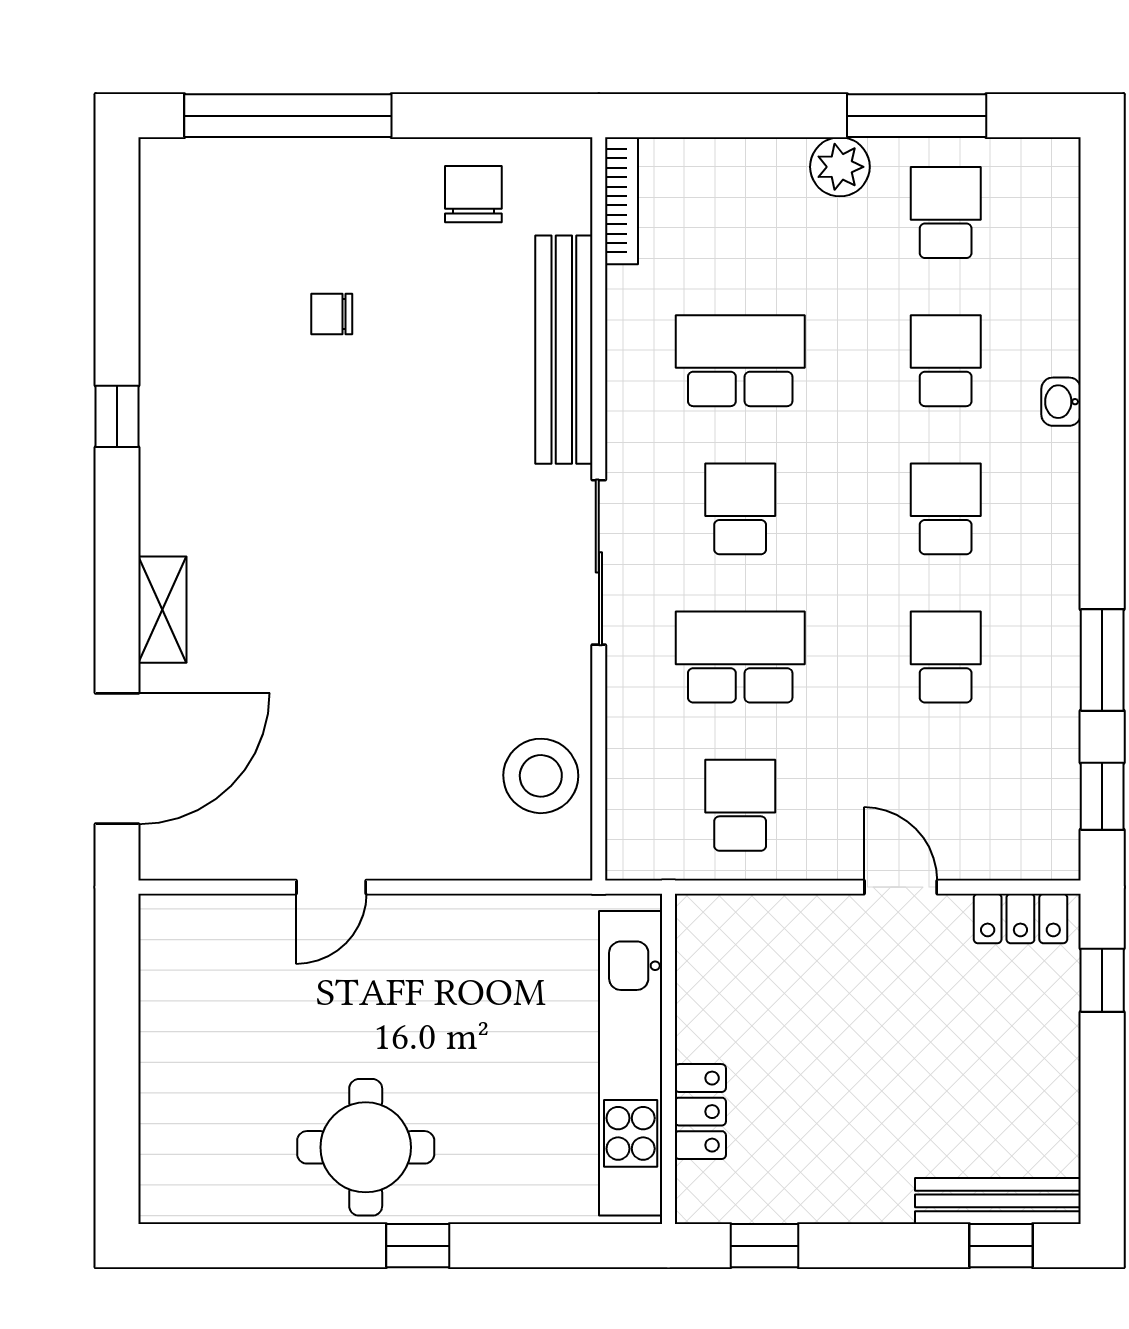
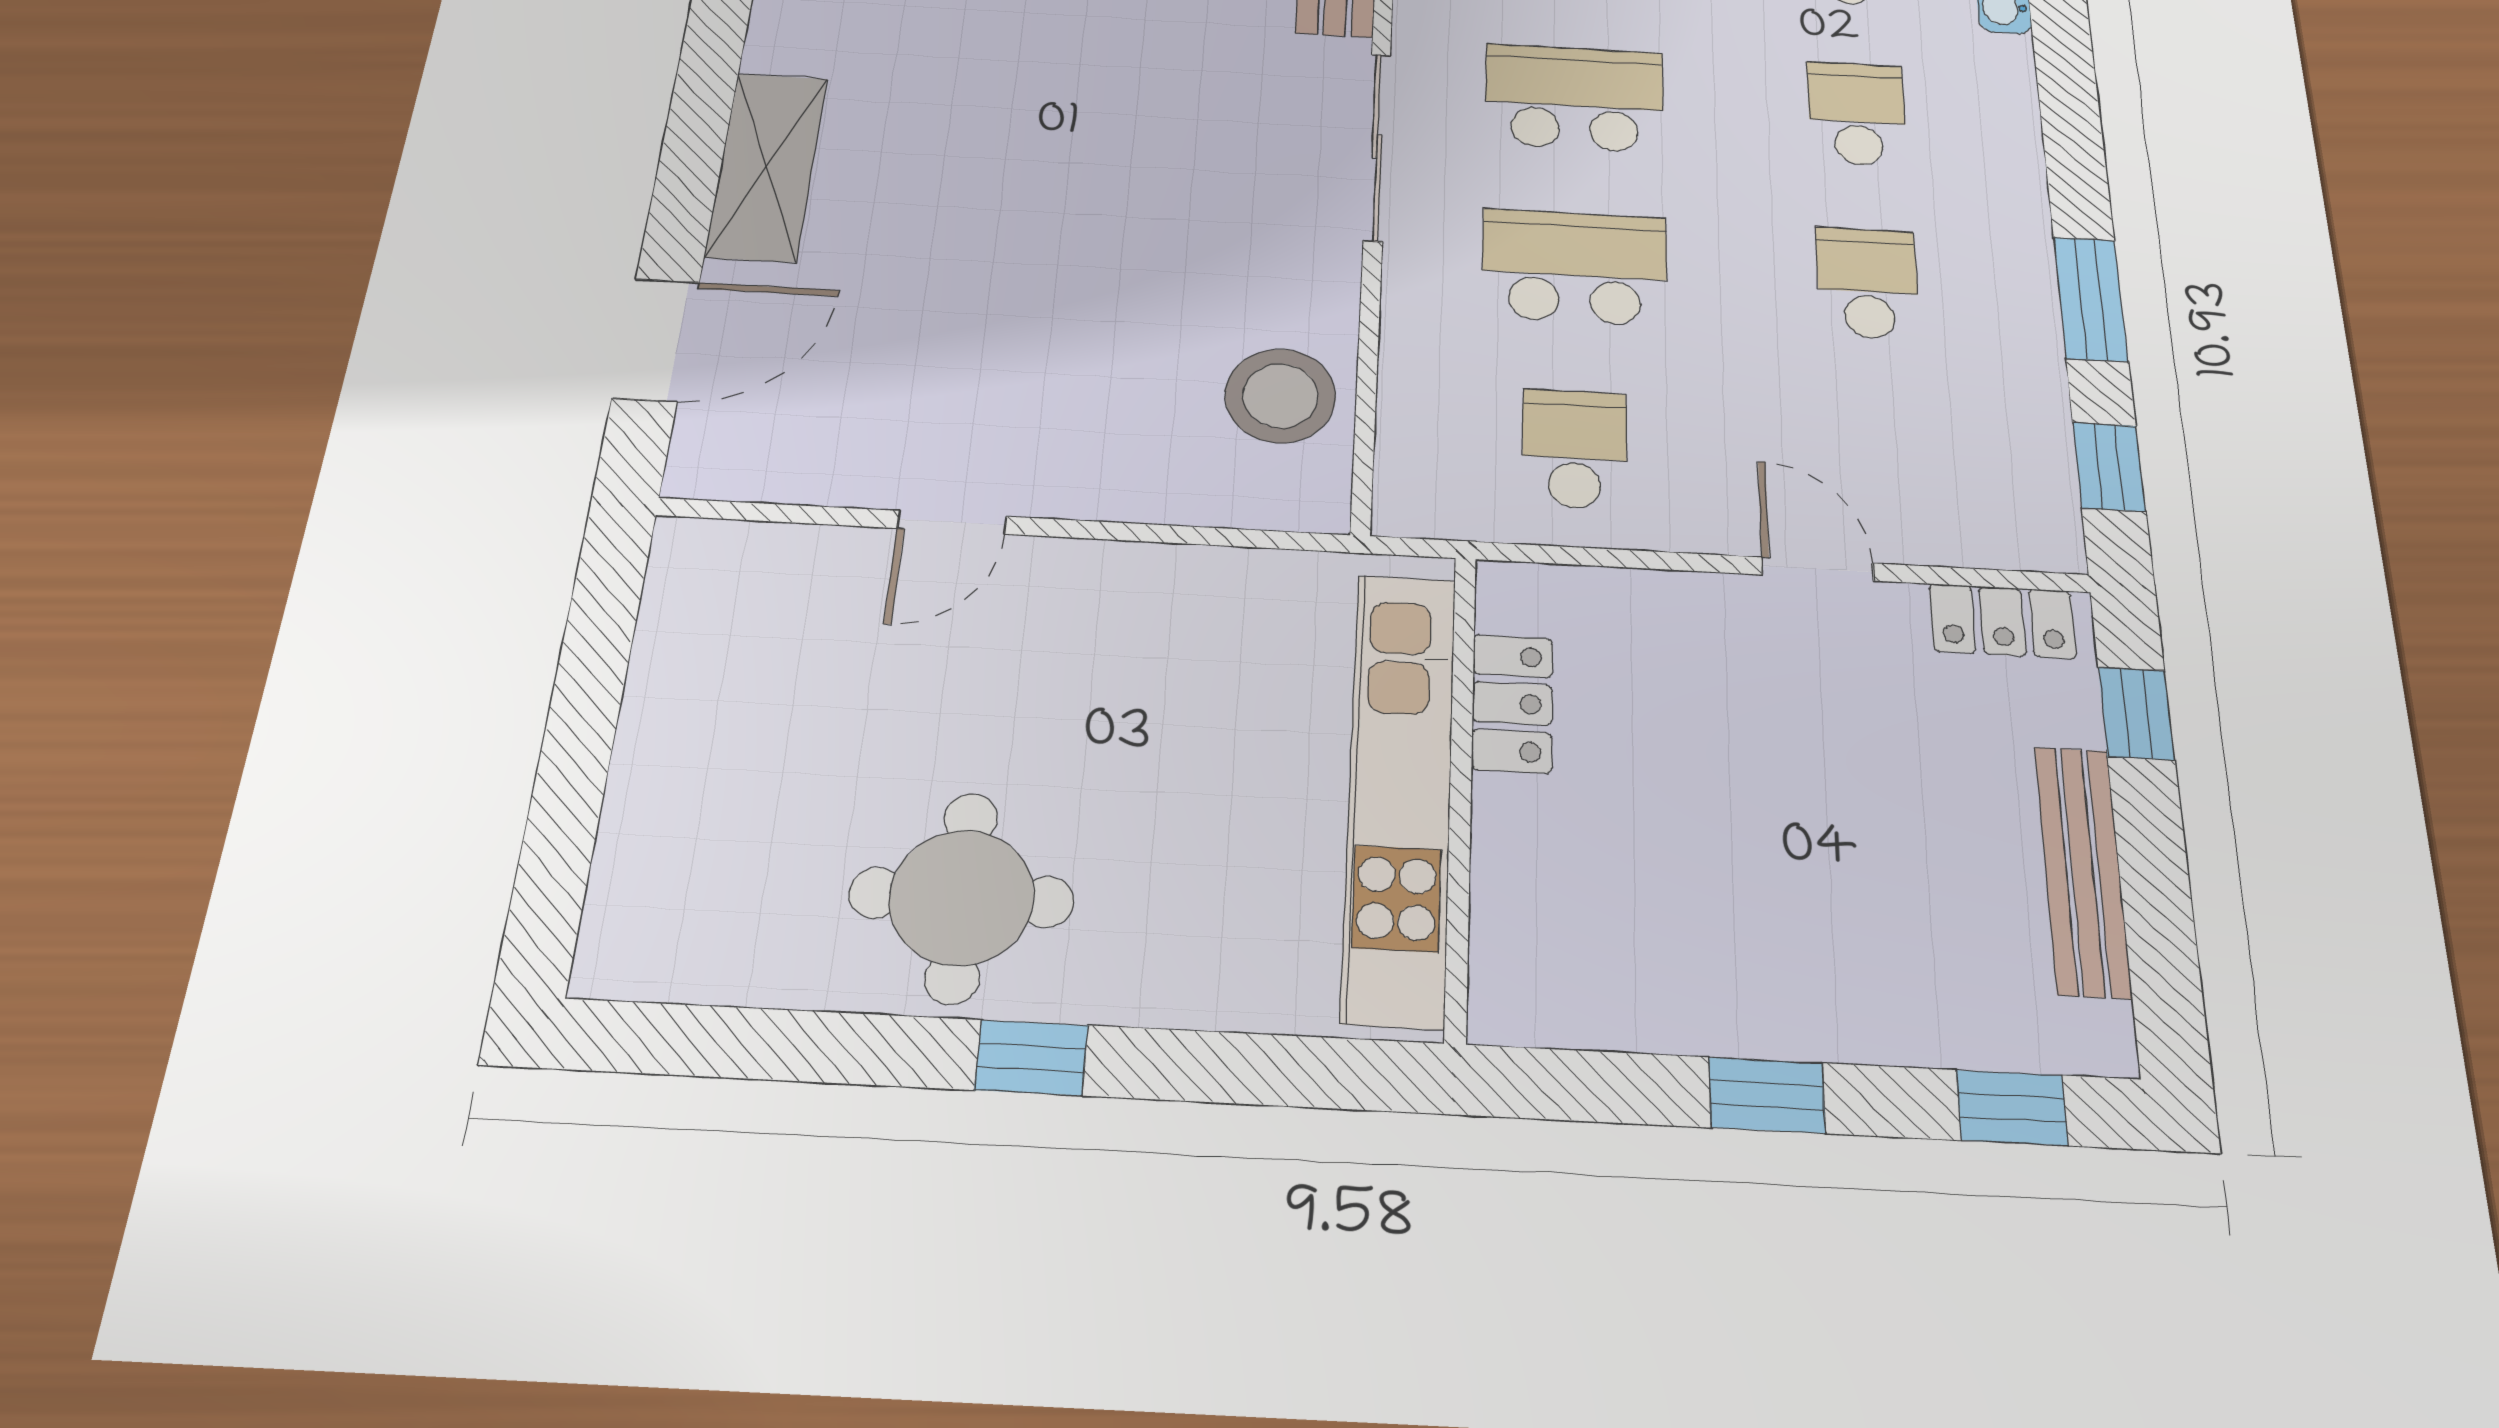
school desk: (740, 509) -> (1574, 98), width x1.85
shelving: (162, 610) -> (767, 166), width x1.50, depth x1.33
door: (117, 759) -> (656, 340), width x0.73
locker: (700, 1112) -> (1512, 703), moved
bench: (998, 1201) -> (2083, 870), moved, turned 90
window: (765, 1246) -> (1767, 1095), moved

